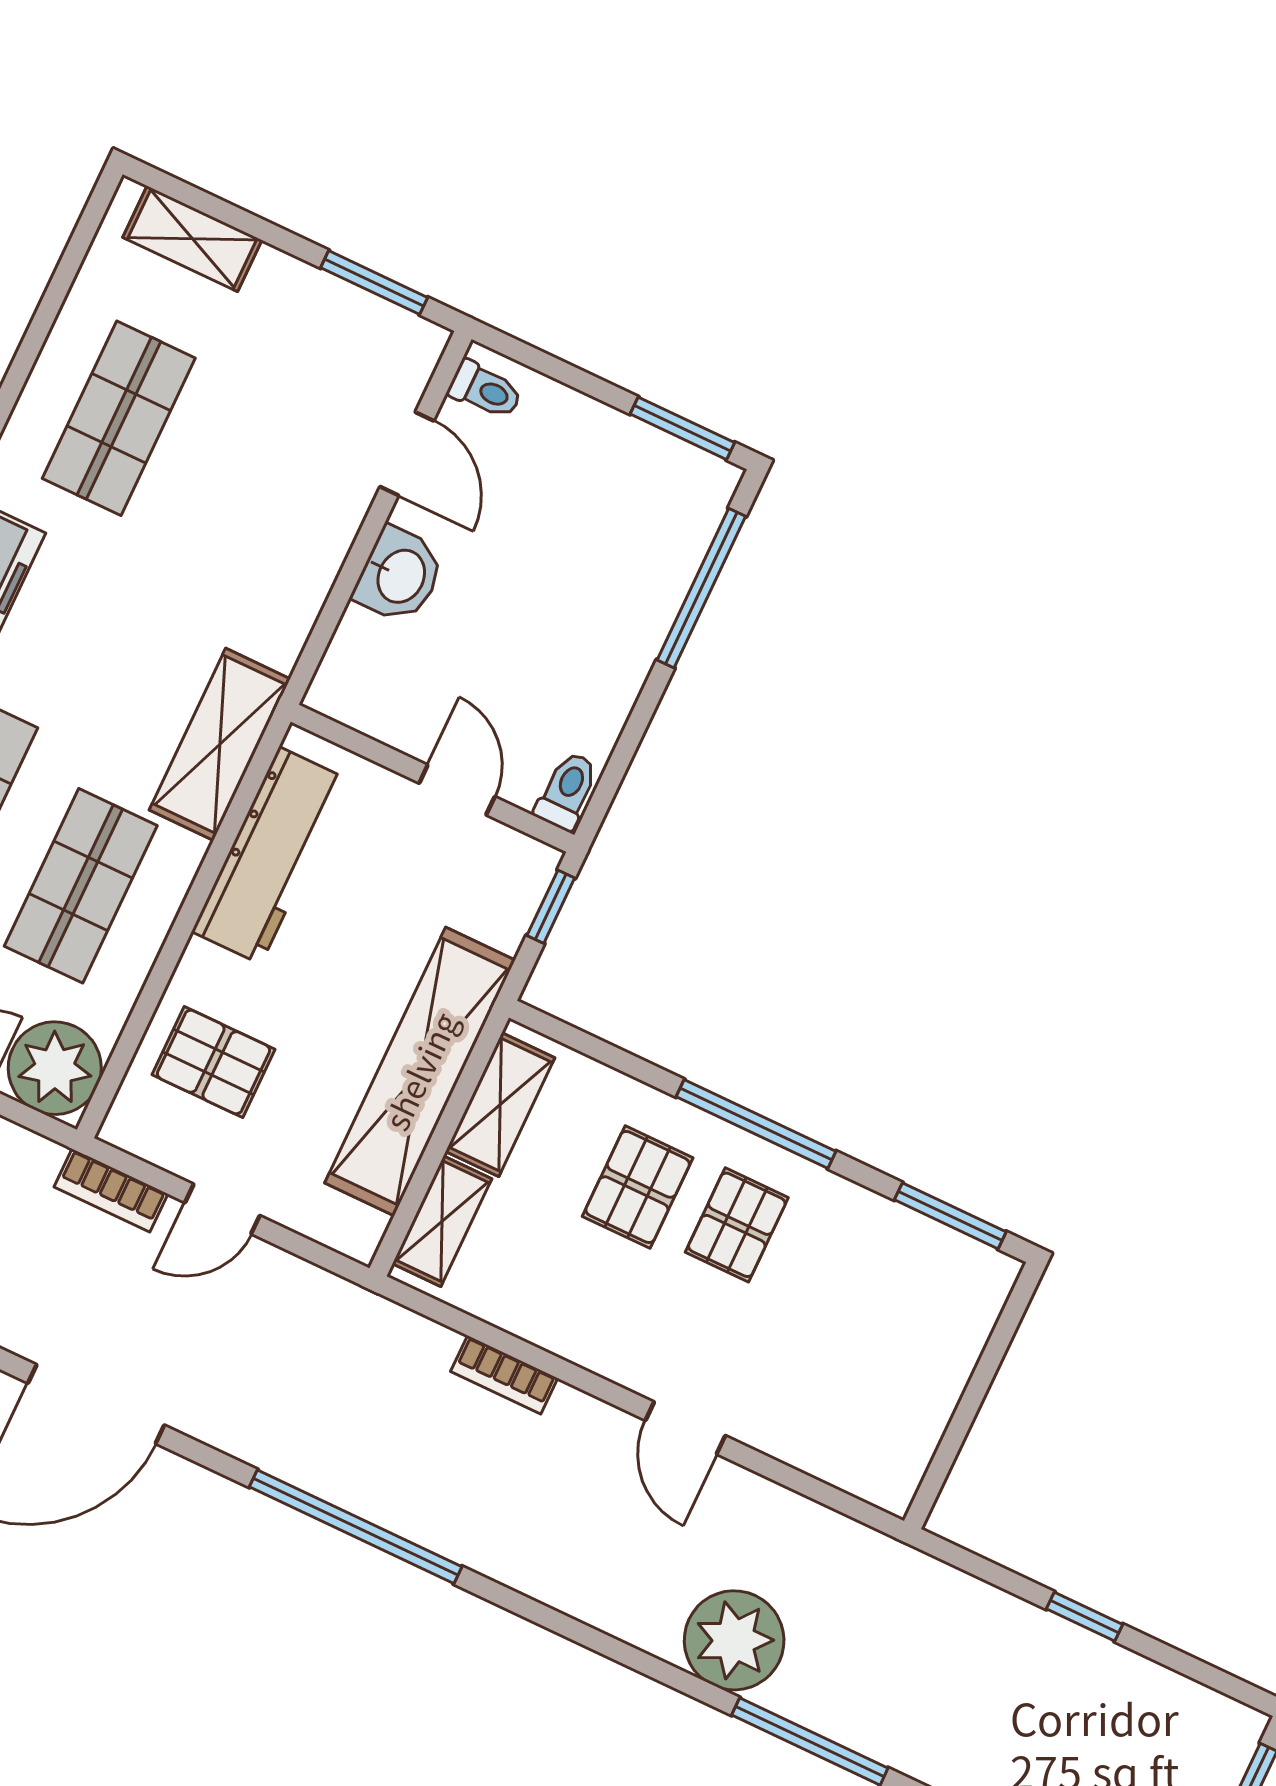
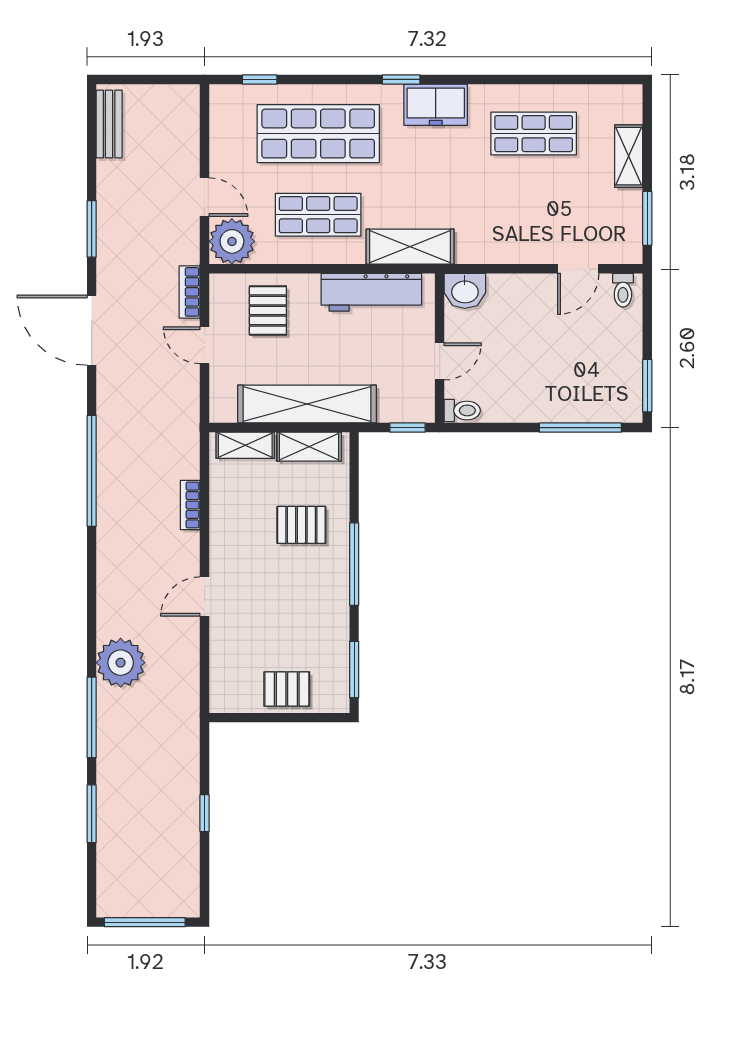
shelving: (192, 239) -> (629, 156), moved
washbasin: (399, 575) -> (465, 291), moved
pallet: (737, 1225) -> (287, 689), moved

